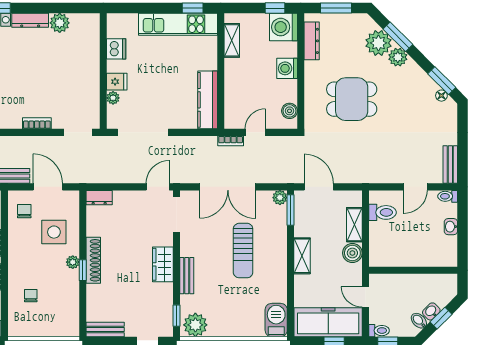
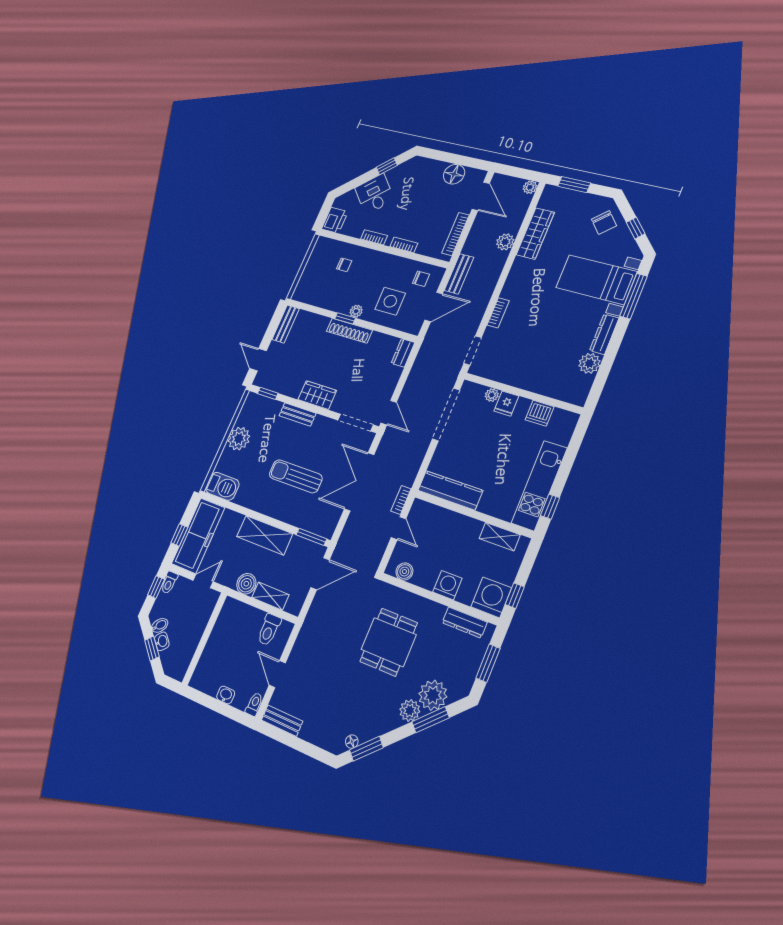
plant: (280, 198) -> (327, 530), removed
shelving: (302, 256) -> (265, 535), width x1.50, depth x1.33
plant: (195, 325) -> (239, 439), moved

